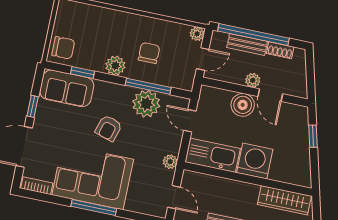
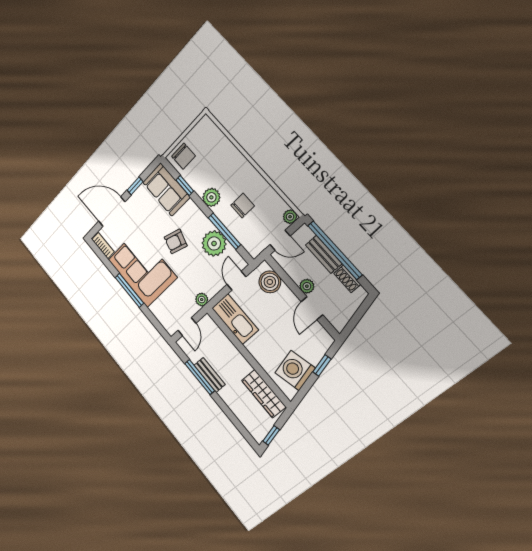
boiler: (243, 105) -> (270, 282), moved
washing machine: (255, 161) -> (295, 370), moved, turned -104

